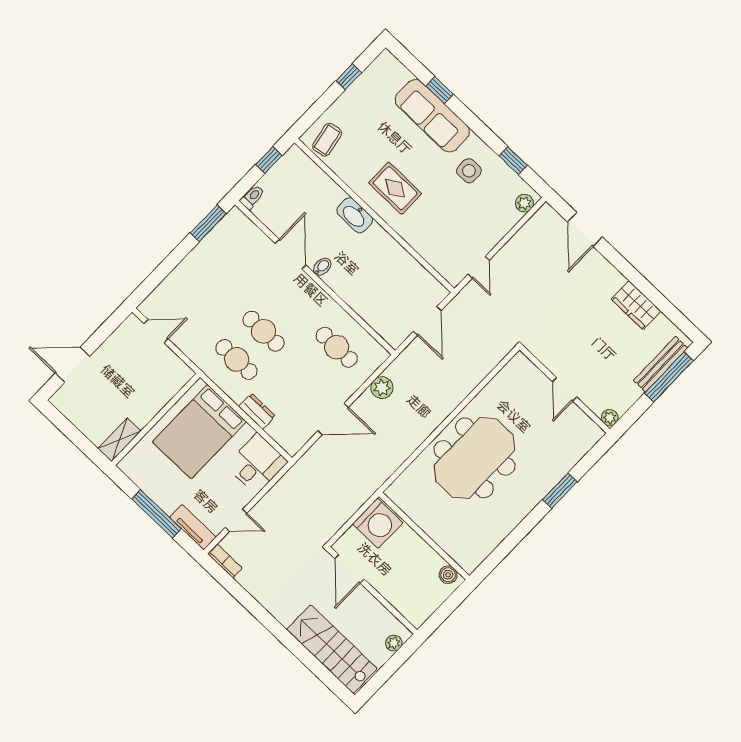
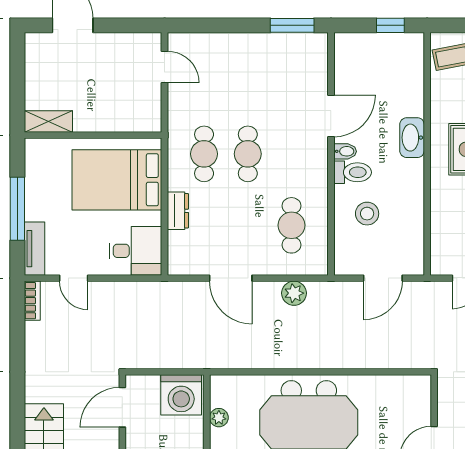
toilet: (252, 197) -> (353, 172), moved, width x1.37, depth x1.39
stool: (376, 291) -> (367, 214), added
plant: (416, 513) -> (219, 418), added

